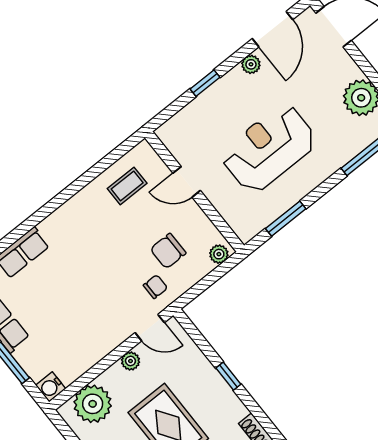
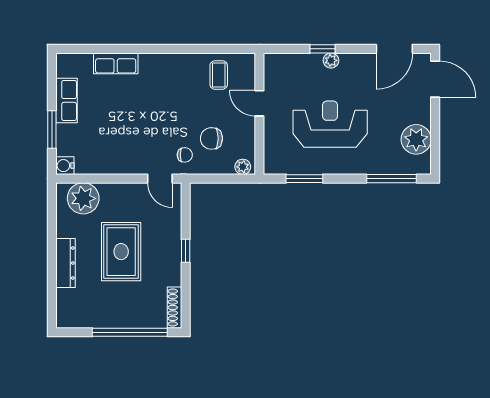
plant: (251, 64) -> (331, 60), moved
coffee table: (127, 186) -> (219, 75), turned 90
plant: (130, 361) -> (130, 190), removed

